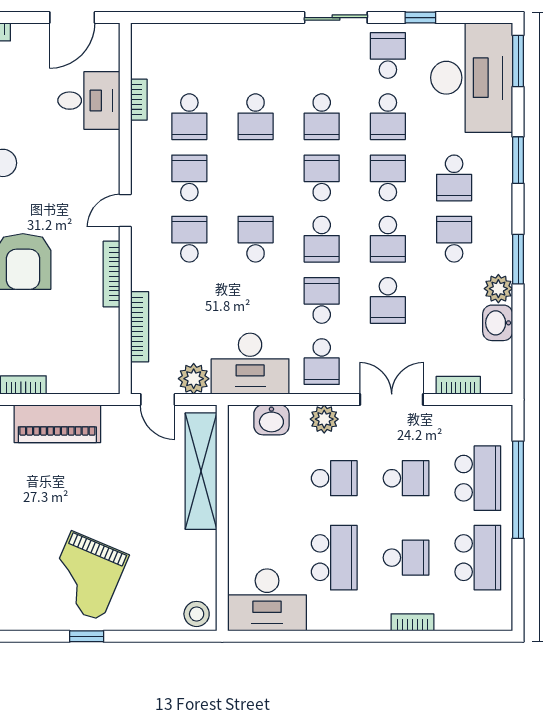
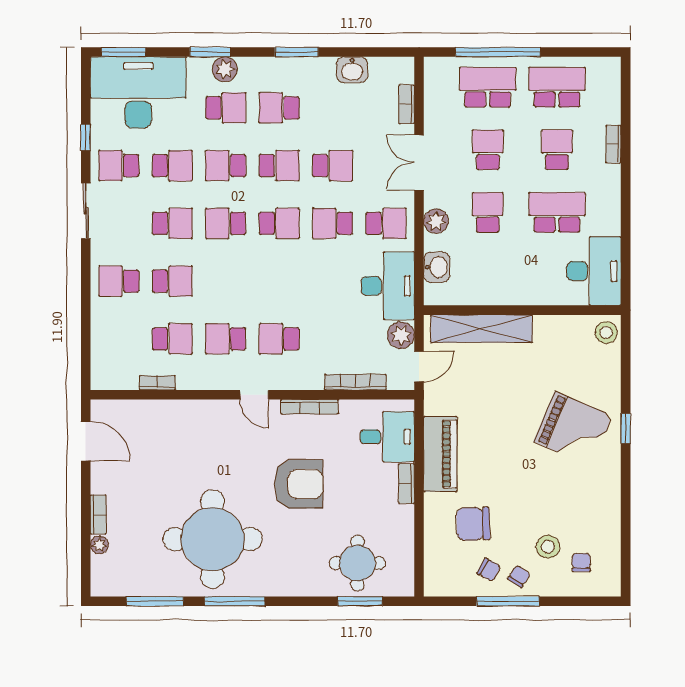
desk: (89, 101) -> (387, 437), moved, turned 90
school desk: (256, 239) -> (119, 281), moved
plant: (498, 289) -> (225, 69), moved

